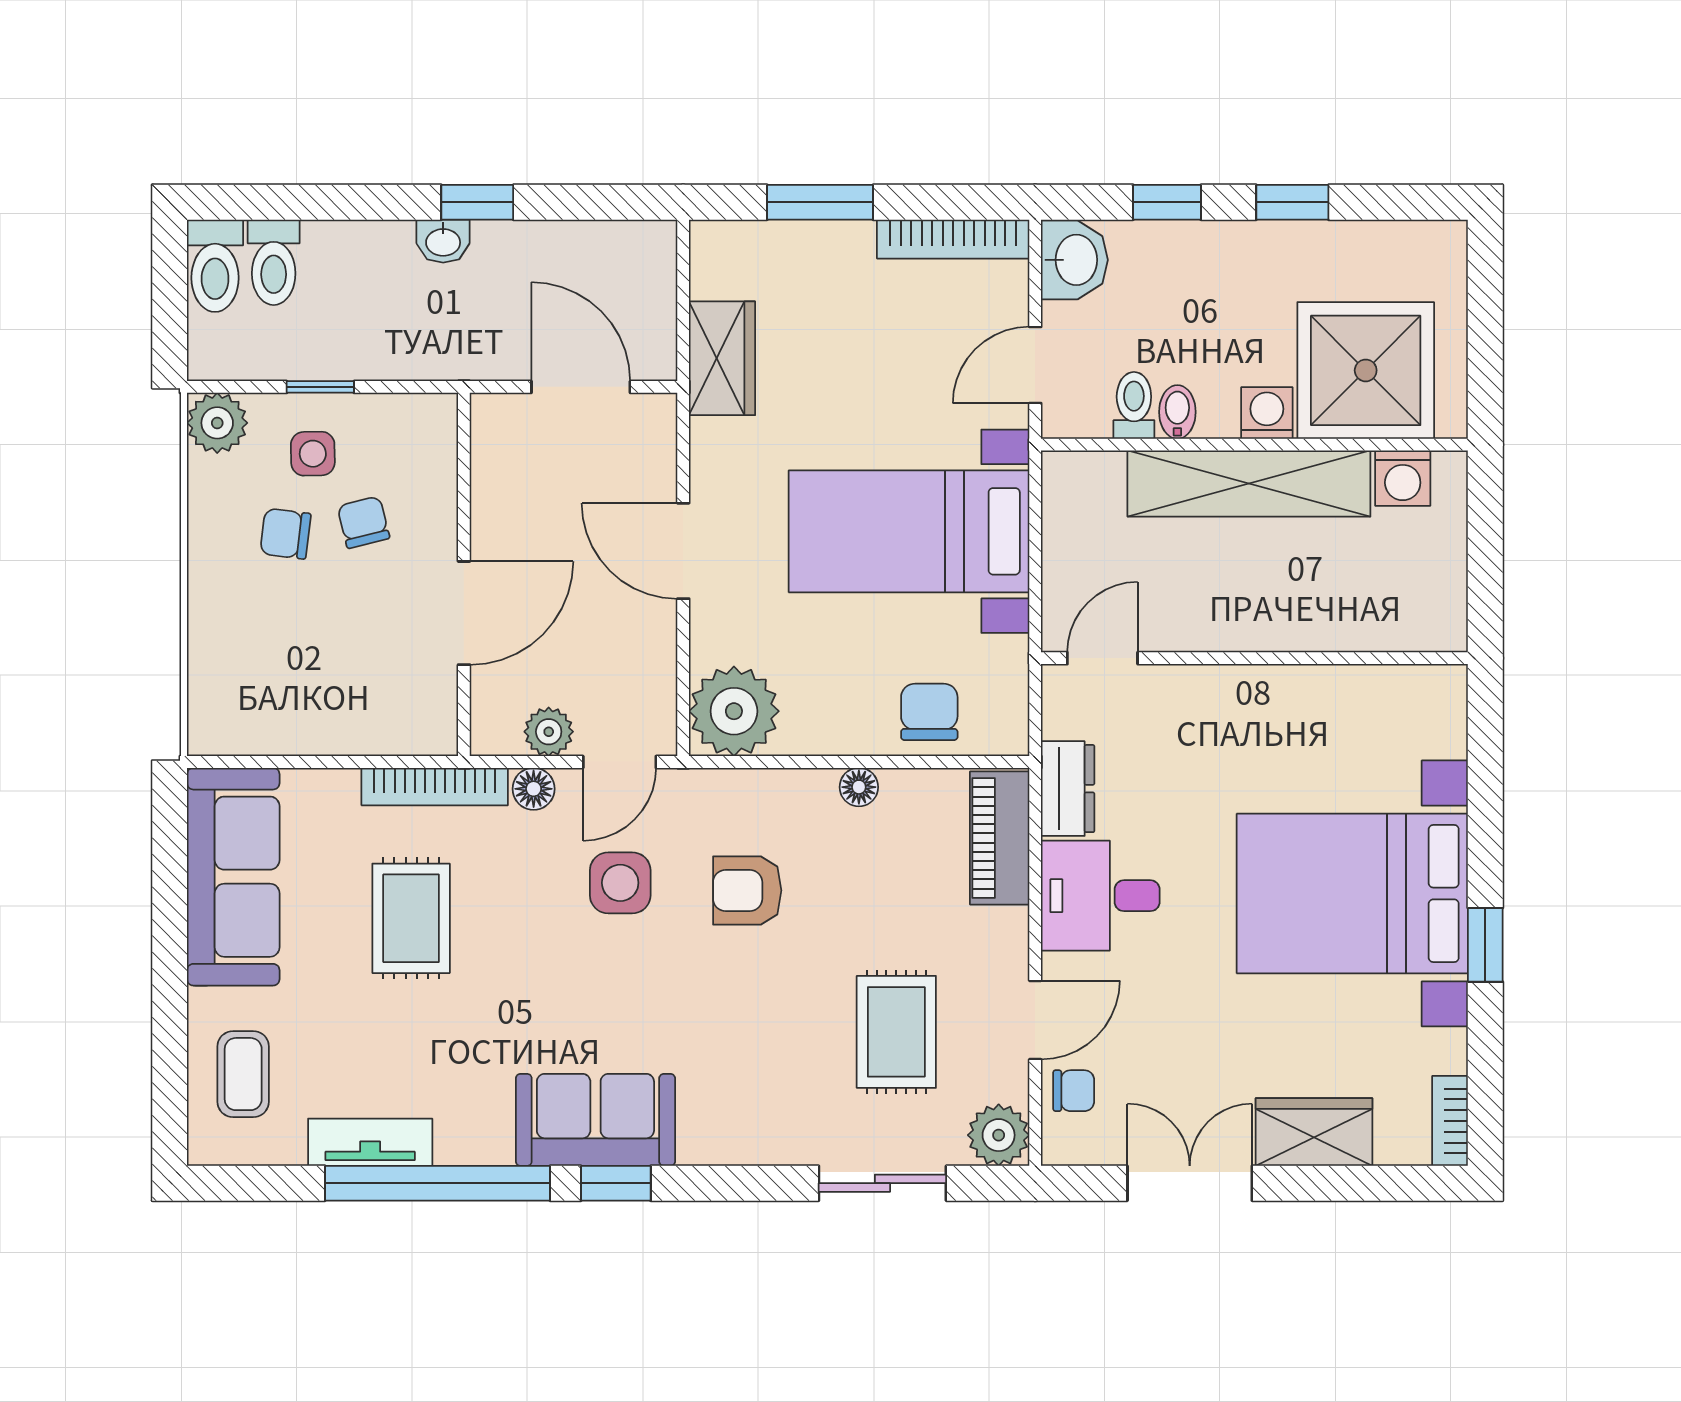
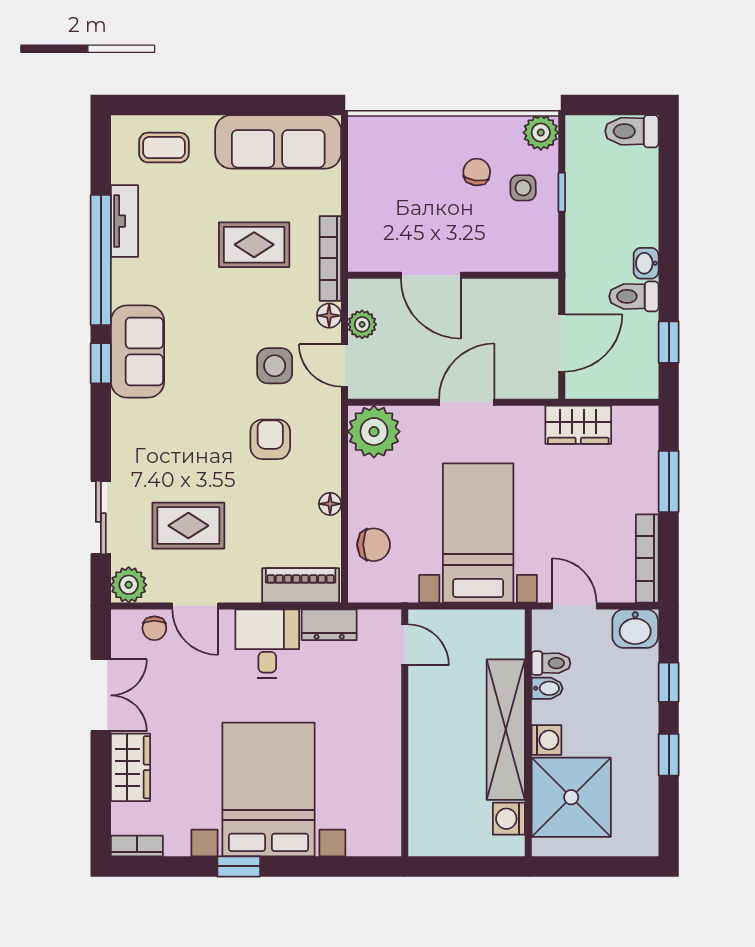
window: (477, 202) -> (669, 342), moved
toilet: (274, 262) -> (634, 296), moved
chair: (363, 522) -> (483, 217), removed

